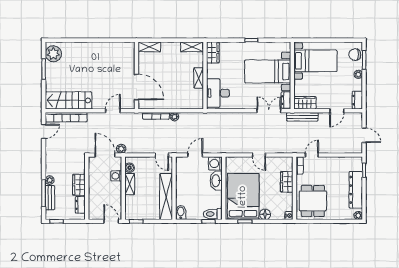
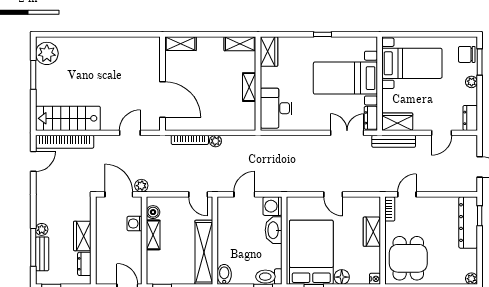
dresser: (356, 190) -> (468, 223), moved

